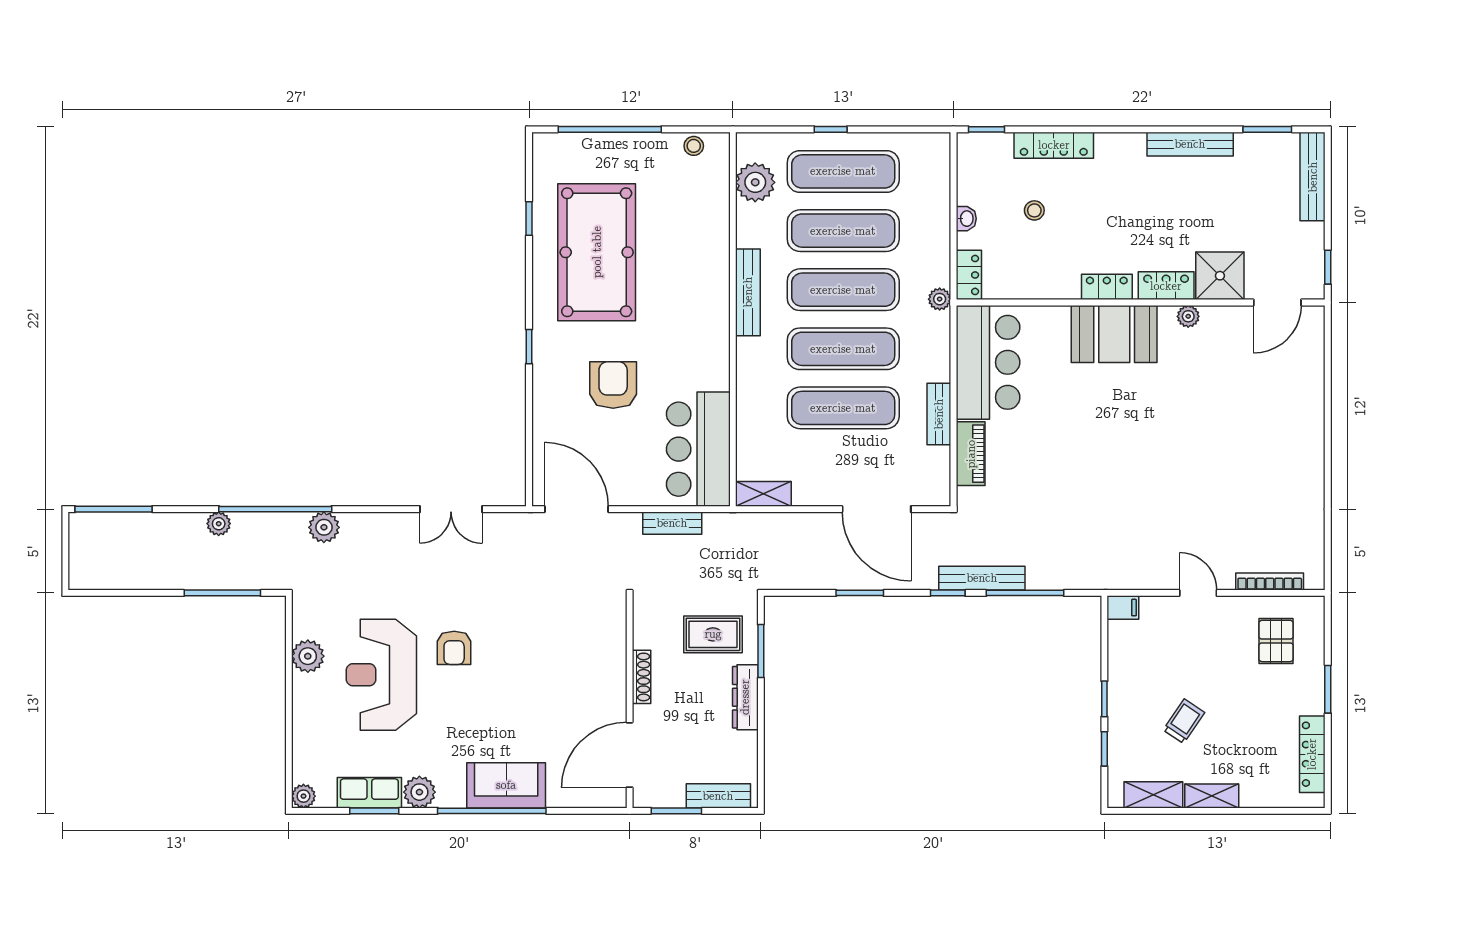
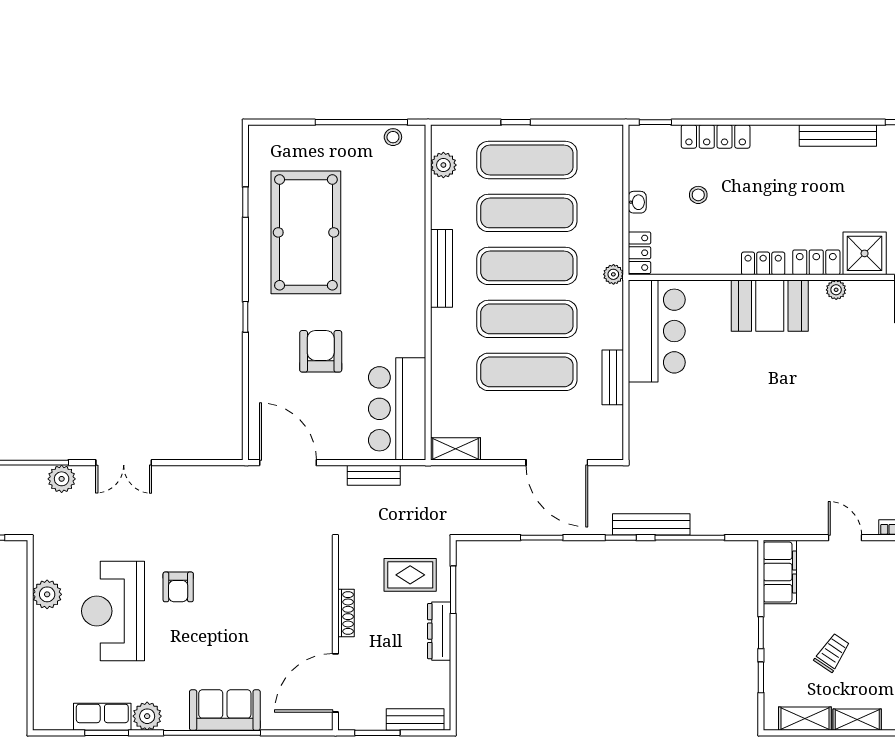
window: (610, 129) -> (361, 122), moved
plant: (755, 182) -> (443, 165), width x0.73, depth x0.73
piano: (971, 454) -> (641, 413), removed
double door: (451, 509) -> (124, 463), moved
filing cabinet: (1123, 608) -> (780, 572), width x3.00, depth x1.17
plant: (303, 796) -> (43, 720), removed

